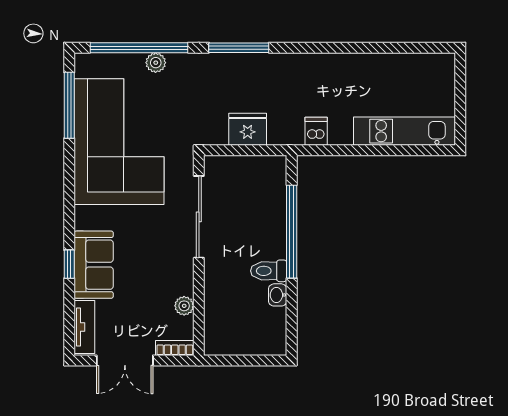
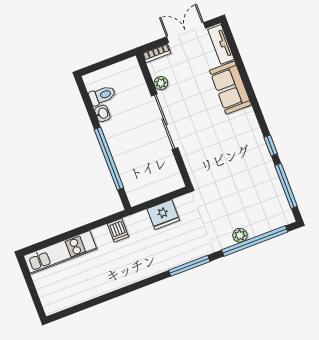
corner sofa: (119, 142) -> (244, 174), removed
sliding door: (199, 217) -> (165, 122), moved
window: (69, 264) -> (271, 146), moved
toilet: (269, 271) -> (102, 95), moved

